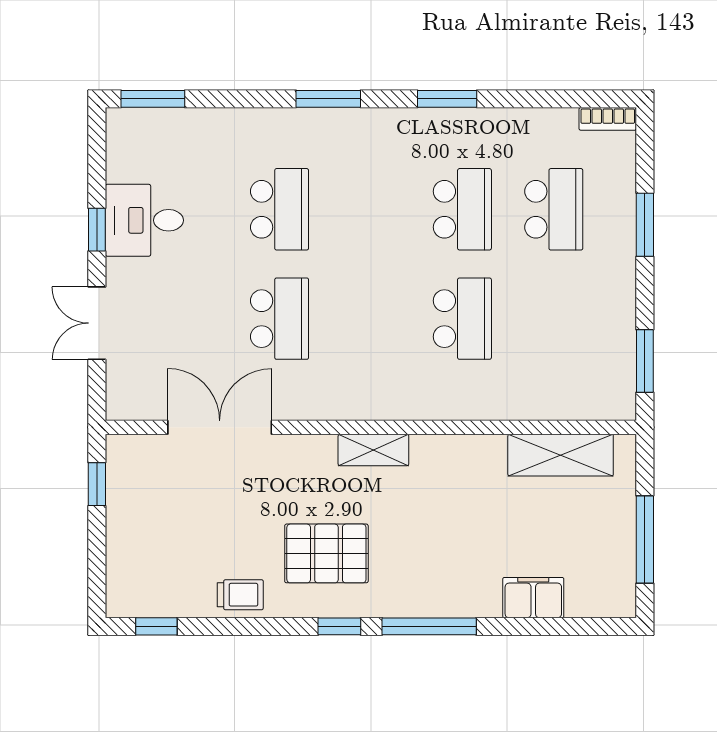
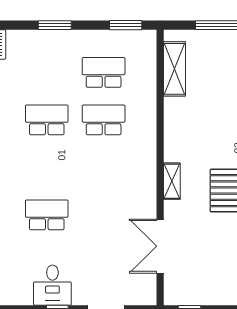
school desk: (554, 209) -> (104, 72), moved
school desk: (280, 319) -> (104, 215), removed
shelving: (373, 450) -> (172, 181), moved

